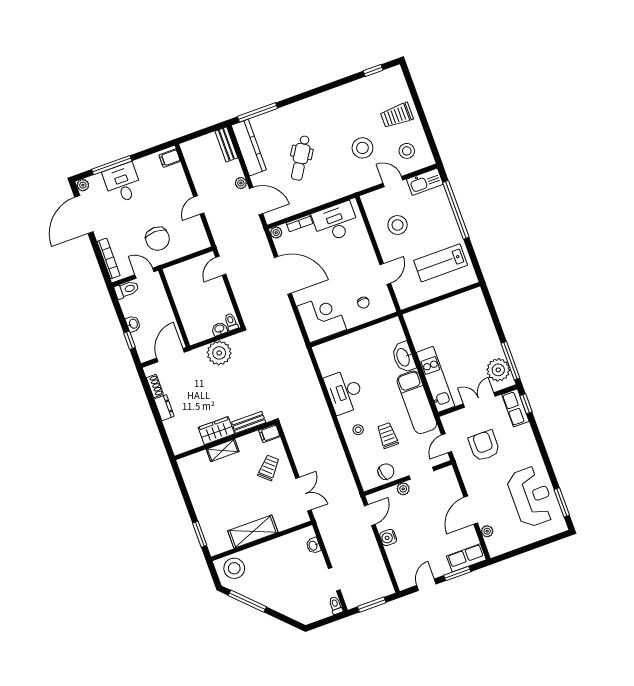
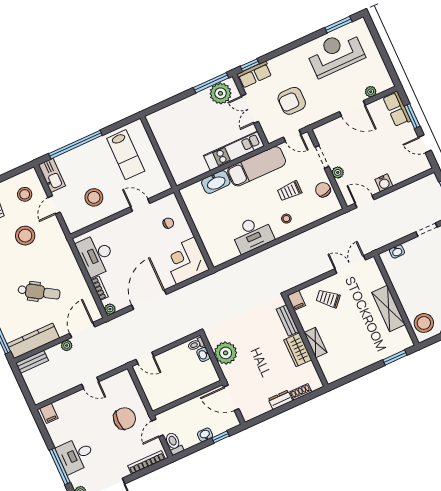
shoe rack: (155, 386) -> (301, 392), moved

